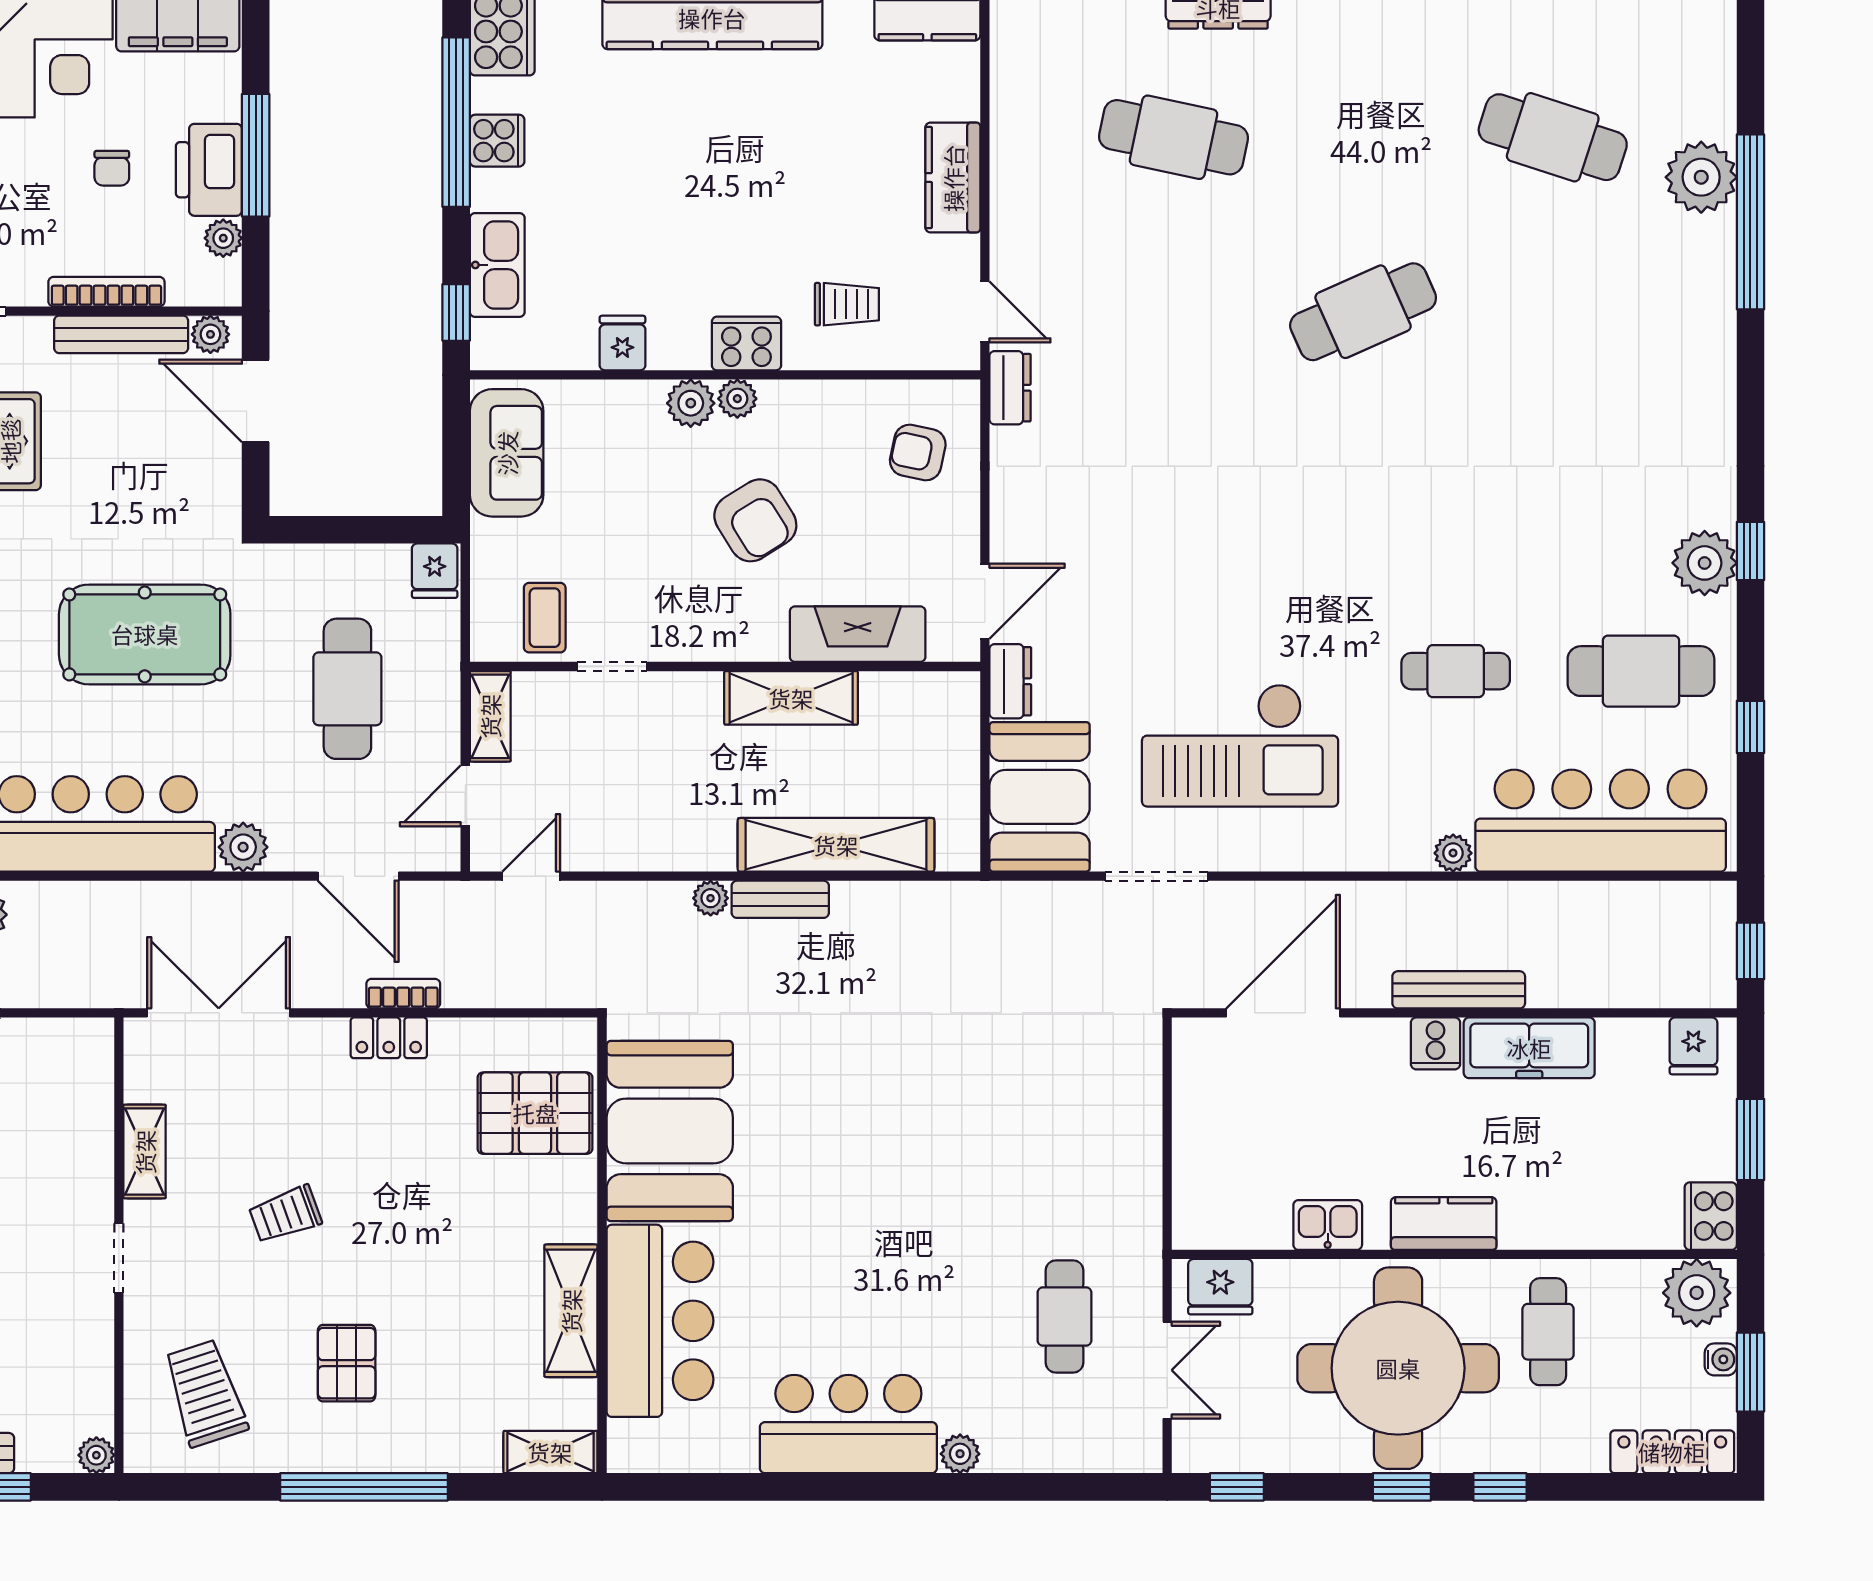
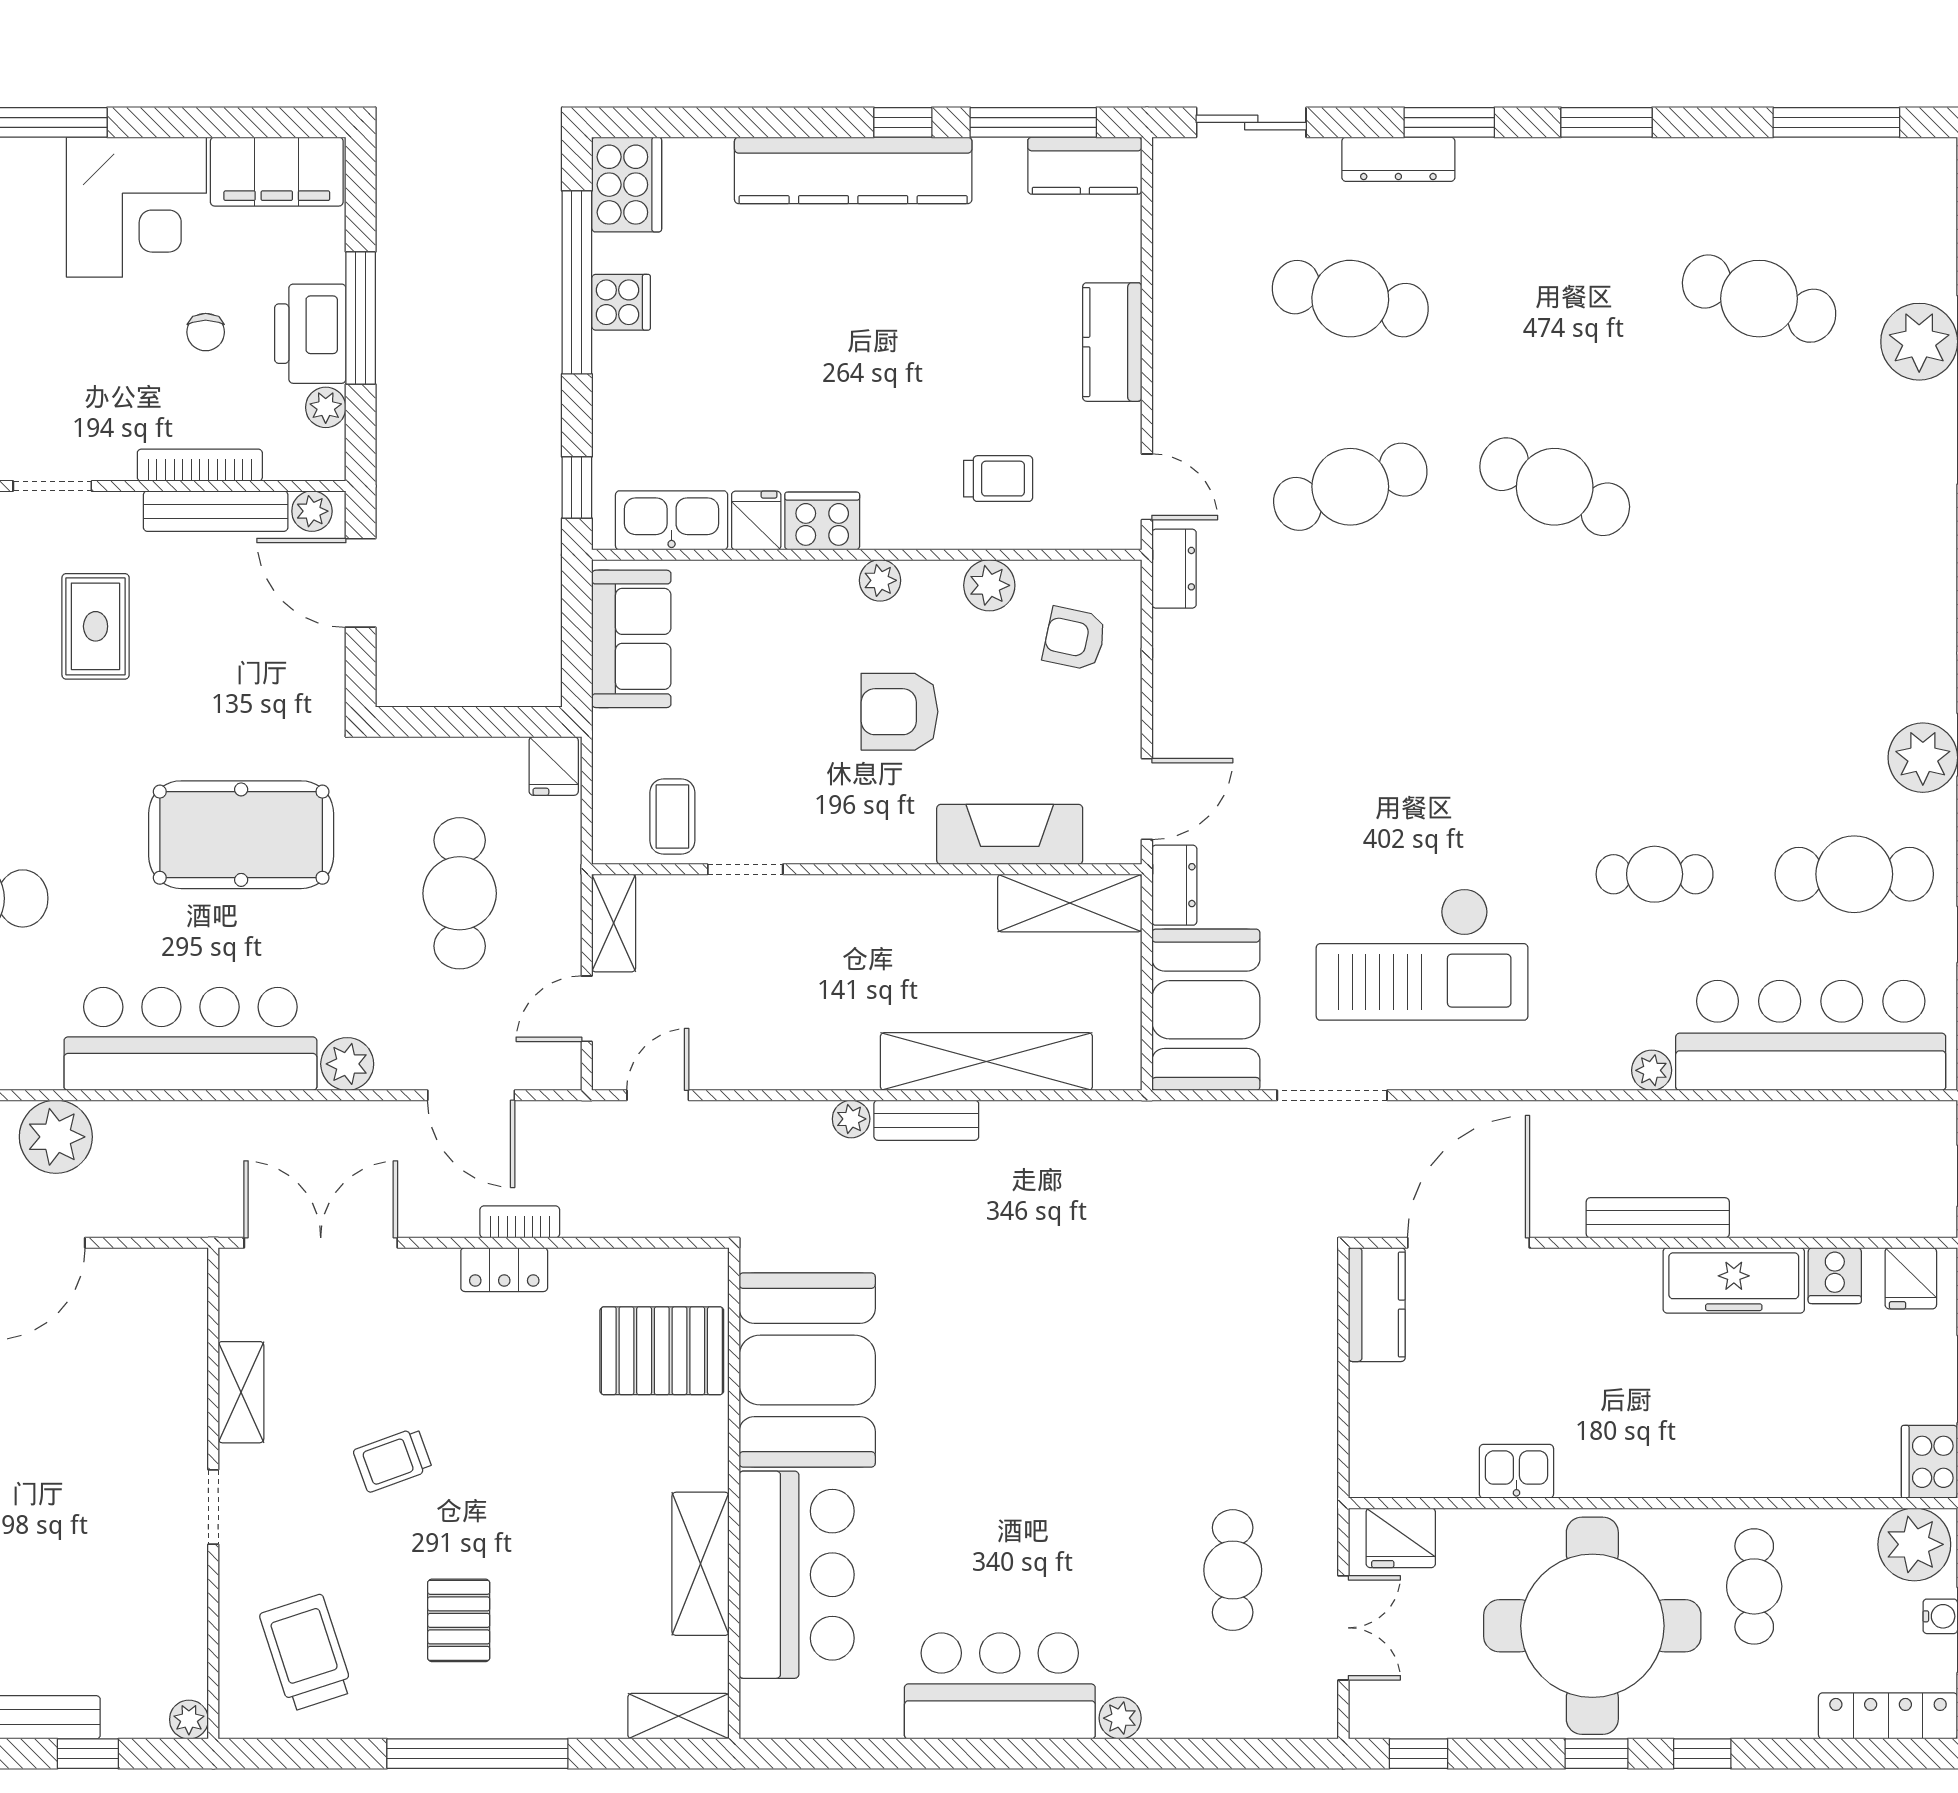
kitchen sink: (497, 265) -> (672, 520), moved, turned -90
cafe table: (1174, 312) -> (1350, 487), added
cafe table: (1363, 312) -> (1555, 487), turned 48
cooker: (746, 343) -> (822, 521), moved
plant: (691, 403) -> (989, 585), moved
armchair: (755, 520) -> (899, 712), turned 122
shelving: (791, 698) -> (1070, 903), moved
cooker: (1436, 1043) -> (1835, 1276), moved
kitchen counter: (1444, 1223) -> (1377, 1305), moved, turned 90

